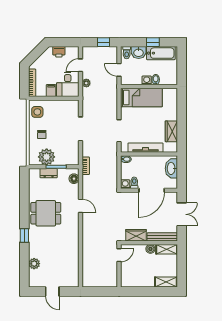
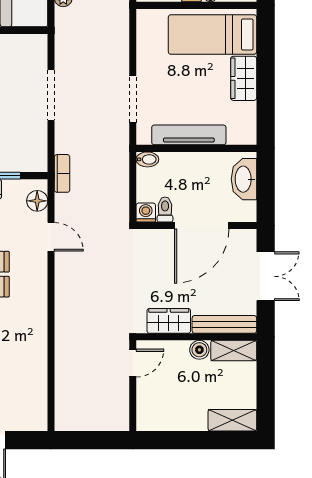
bed: (141, 97) -> (212, 35), moved, turned 180
wardrobe: (171, 131) -> (244, 78), moved
door: (81, 206) -> (51, 237), moved

